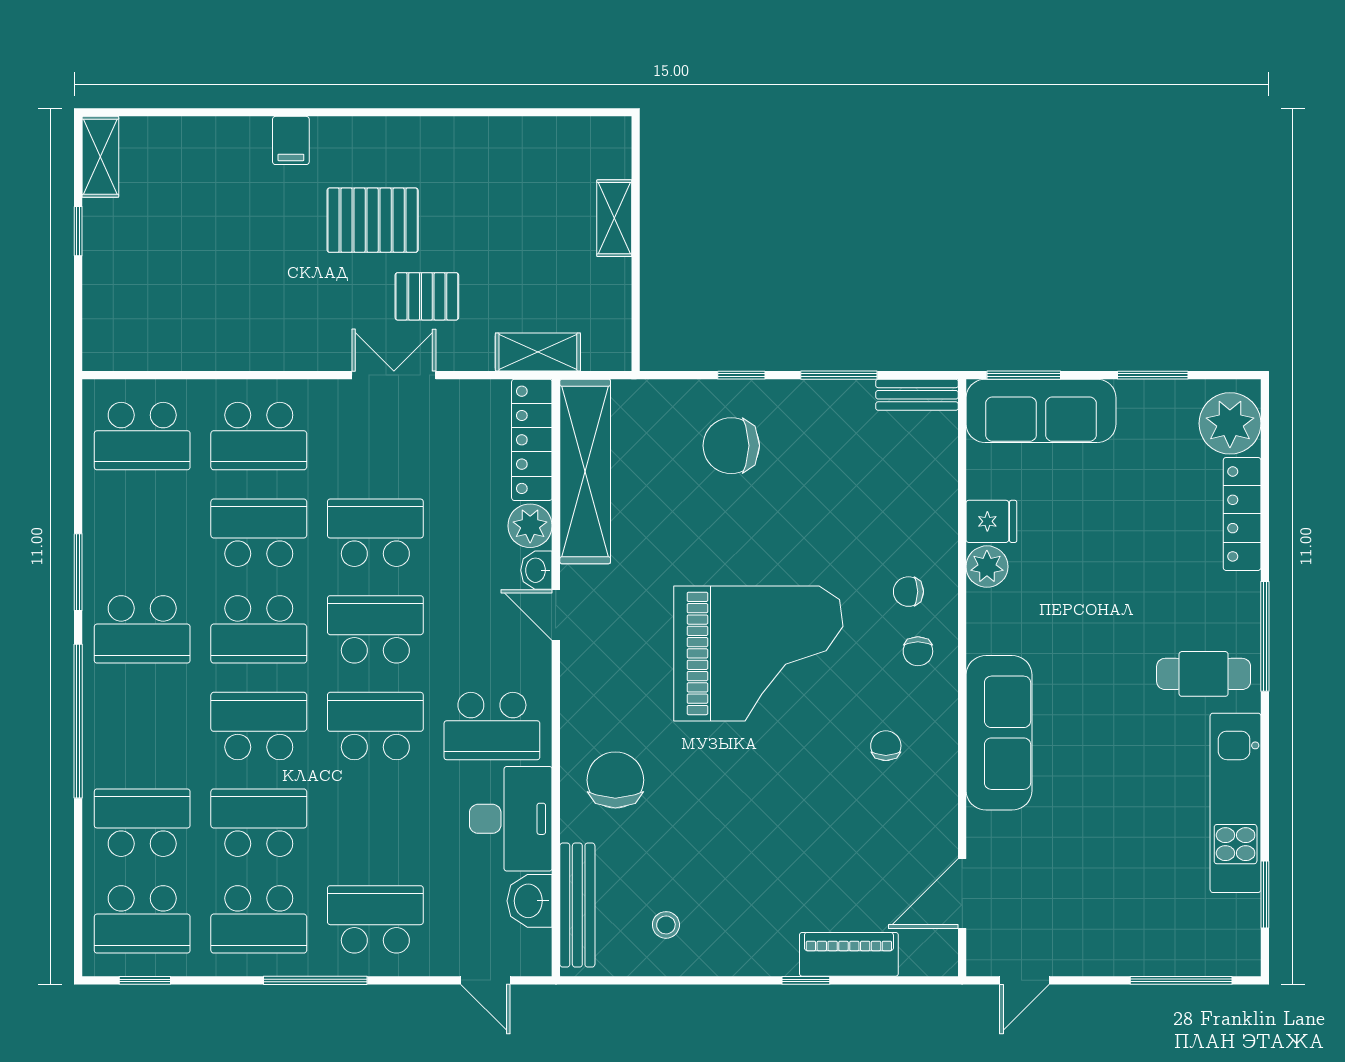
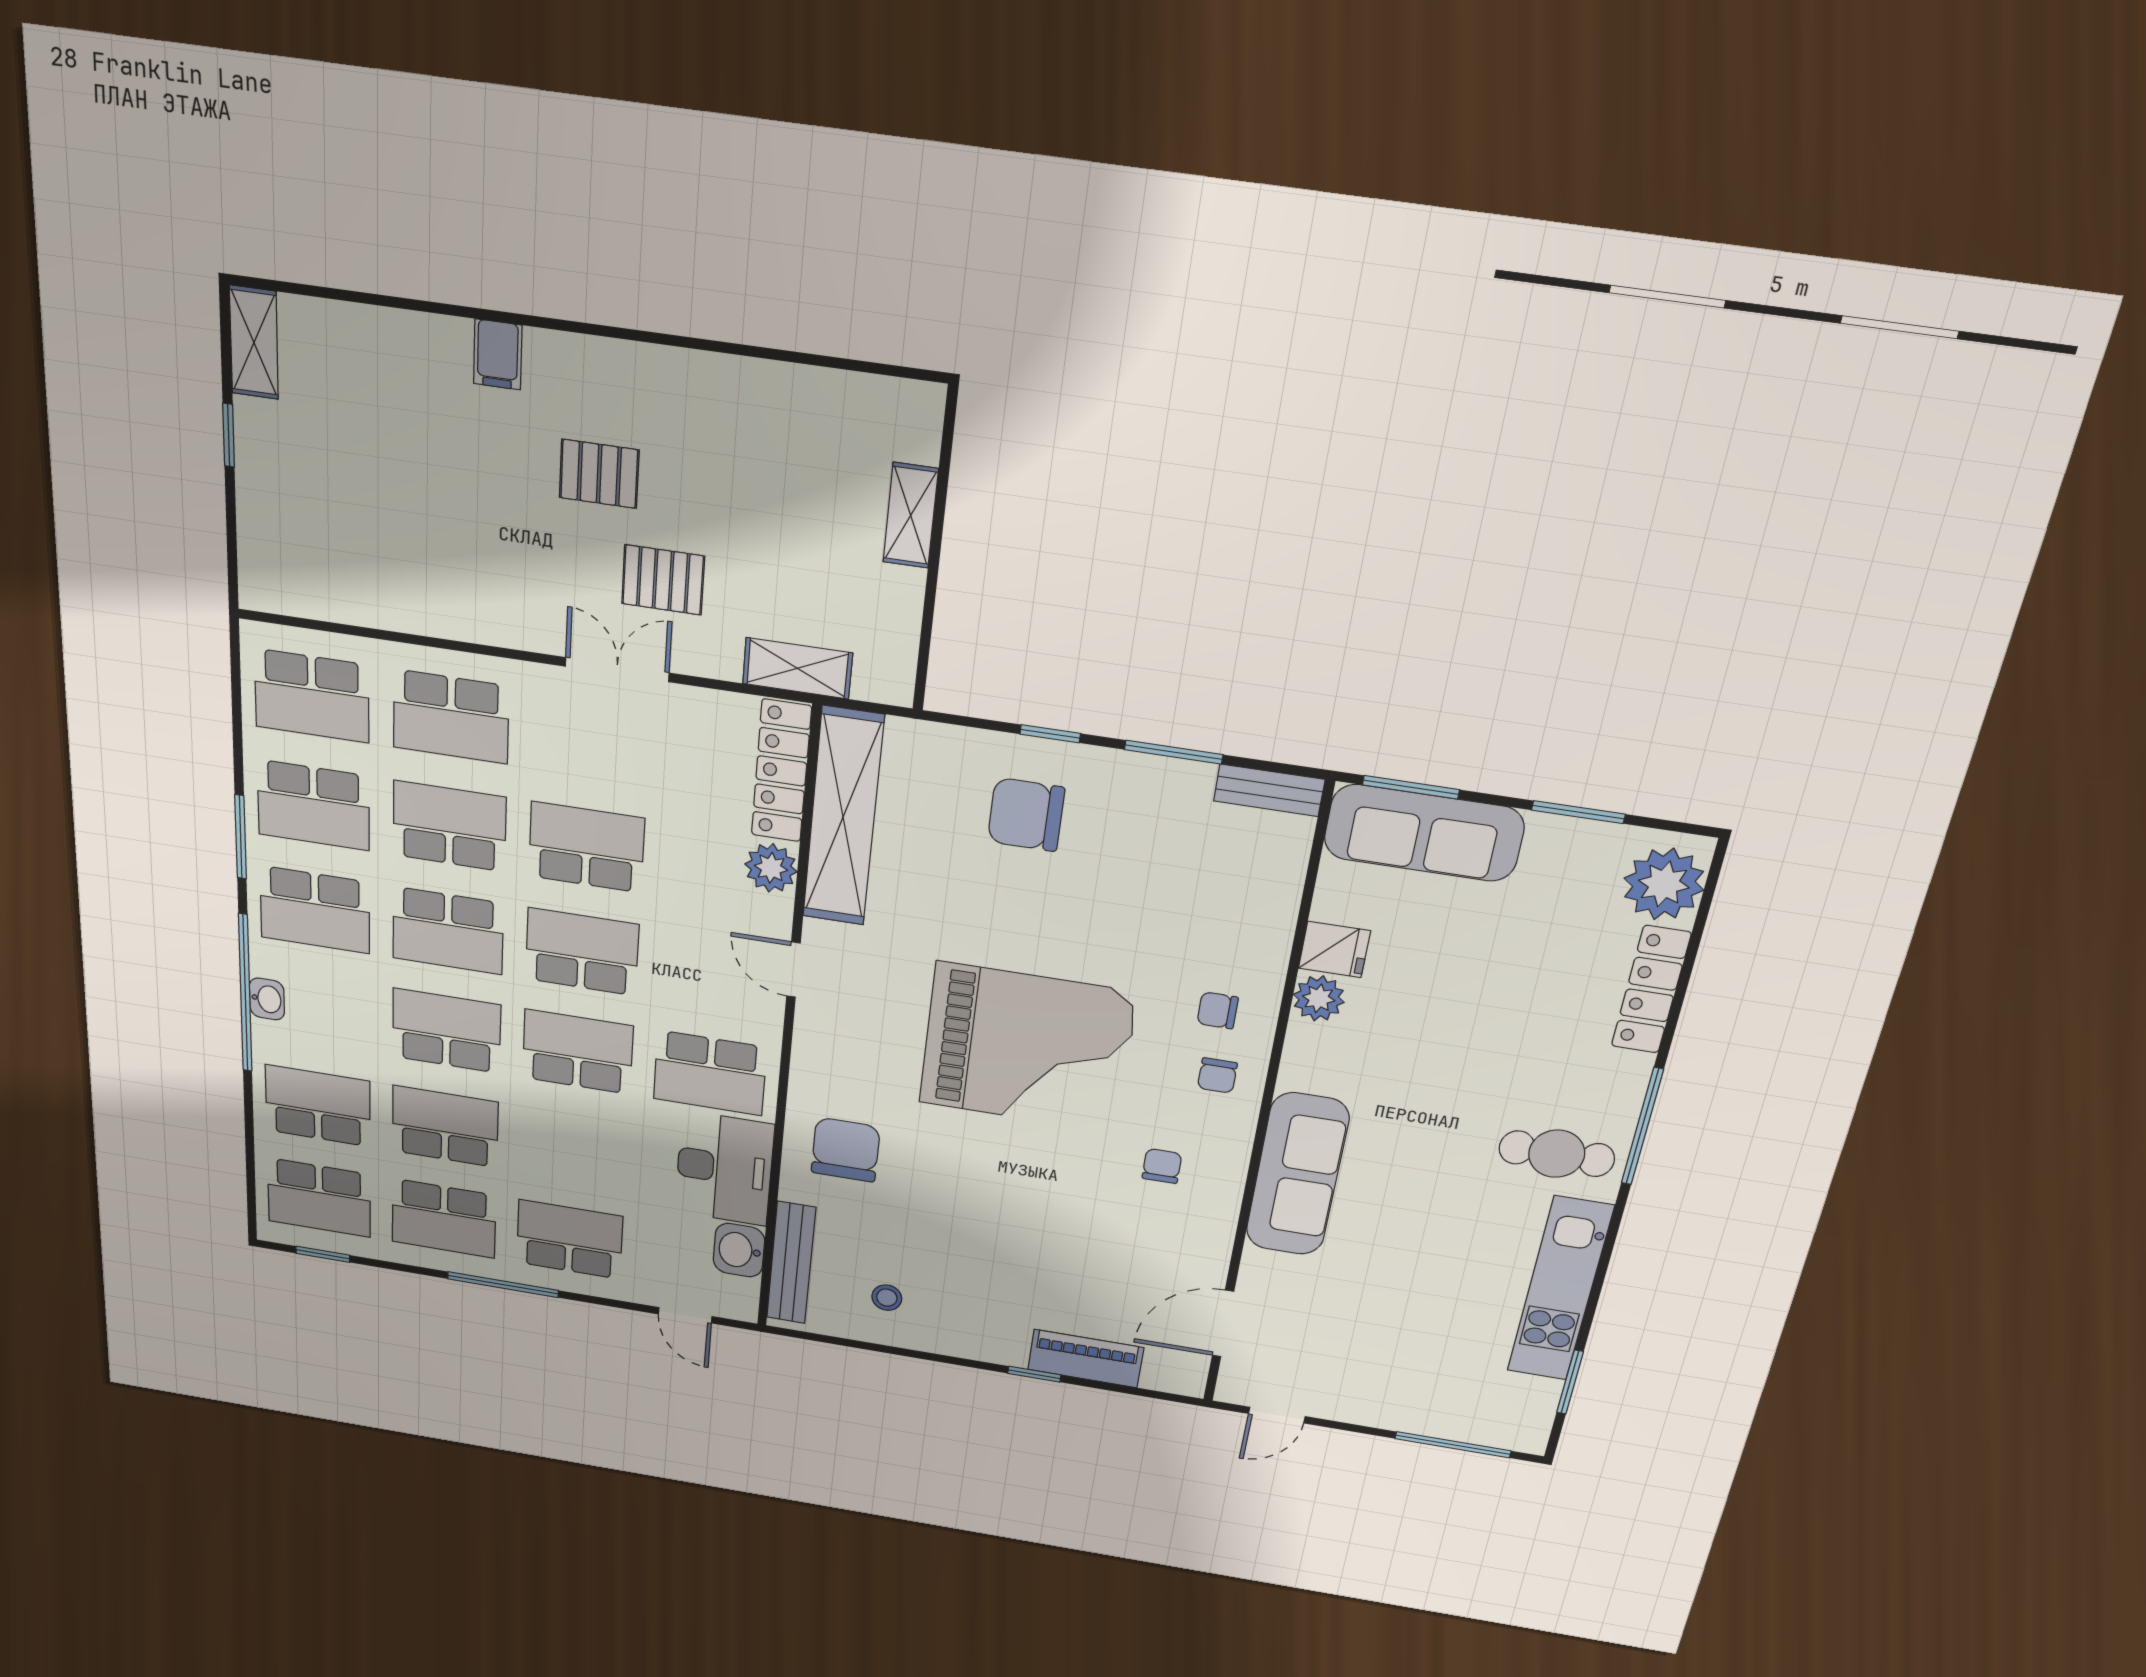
pallet: (373, 220) -> (599, 474), width x0.67, depth x0.71
school desk: (142, 533) -> (313, 805), added
washbasin: (536, 570) -> (267, 999), moved, turned 180

